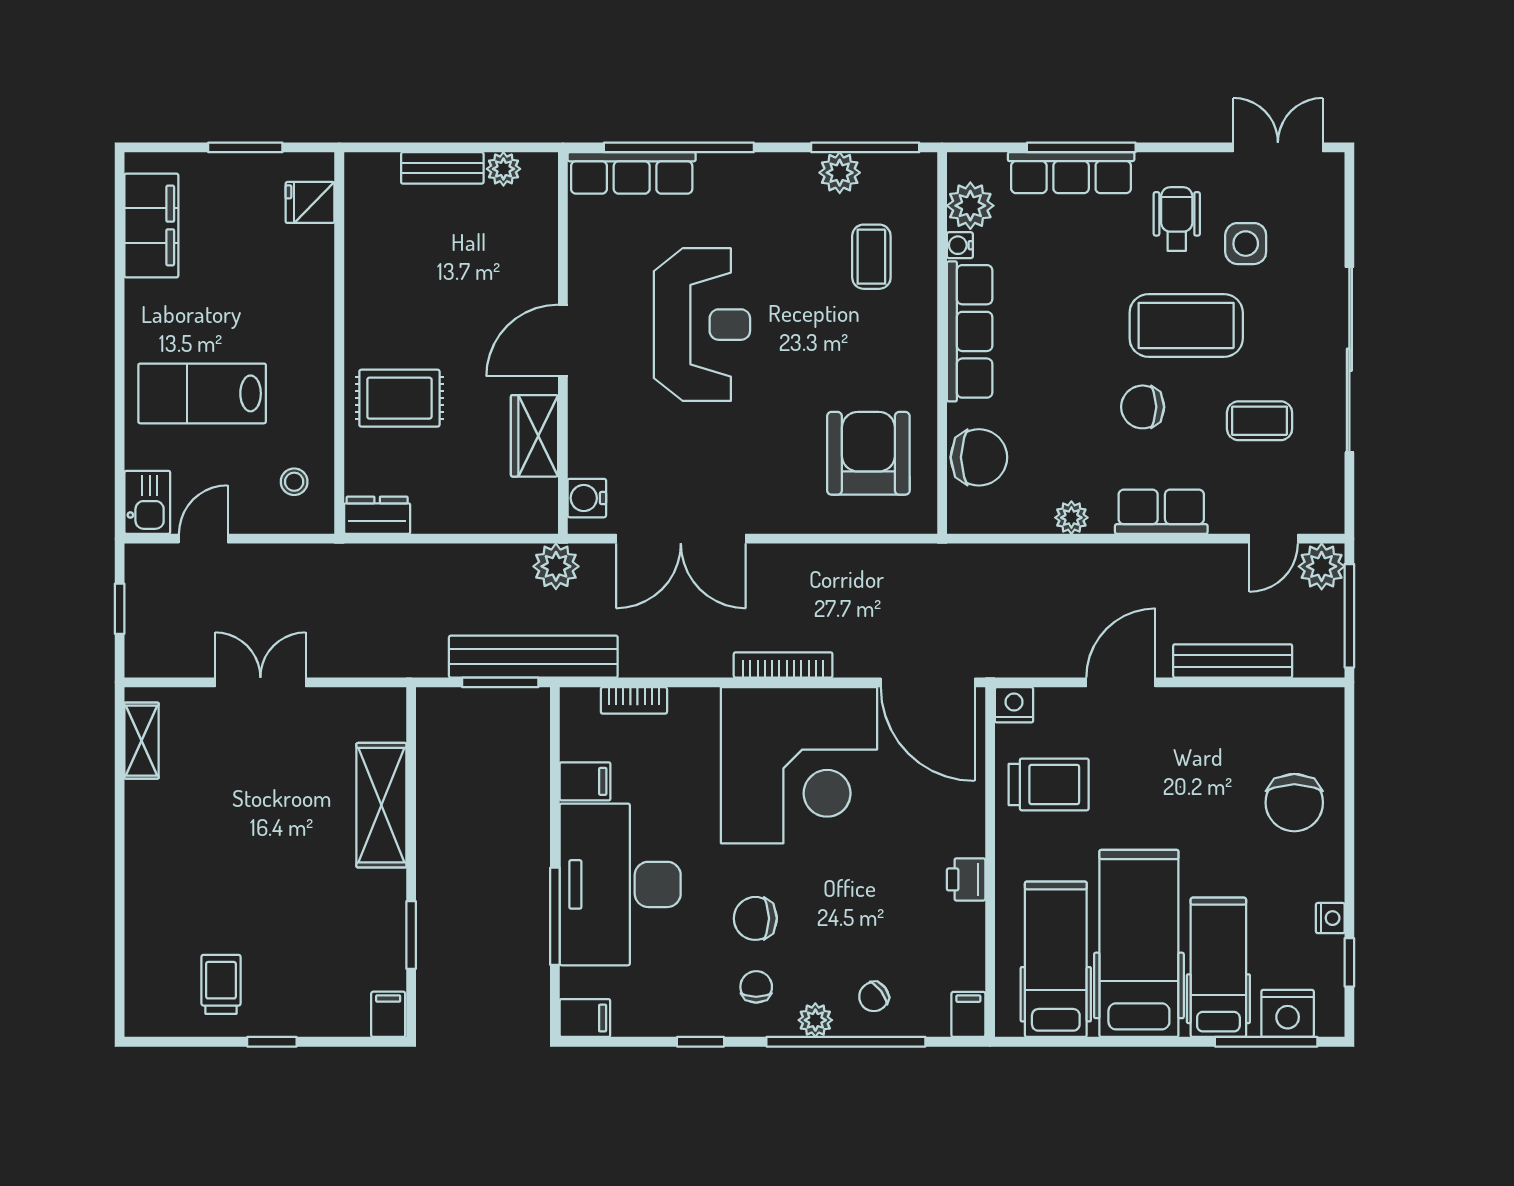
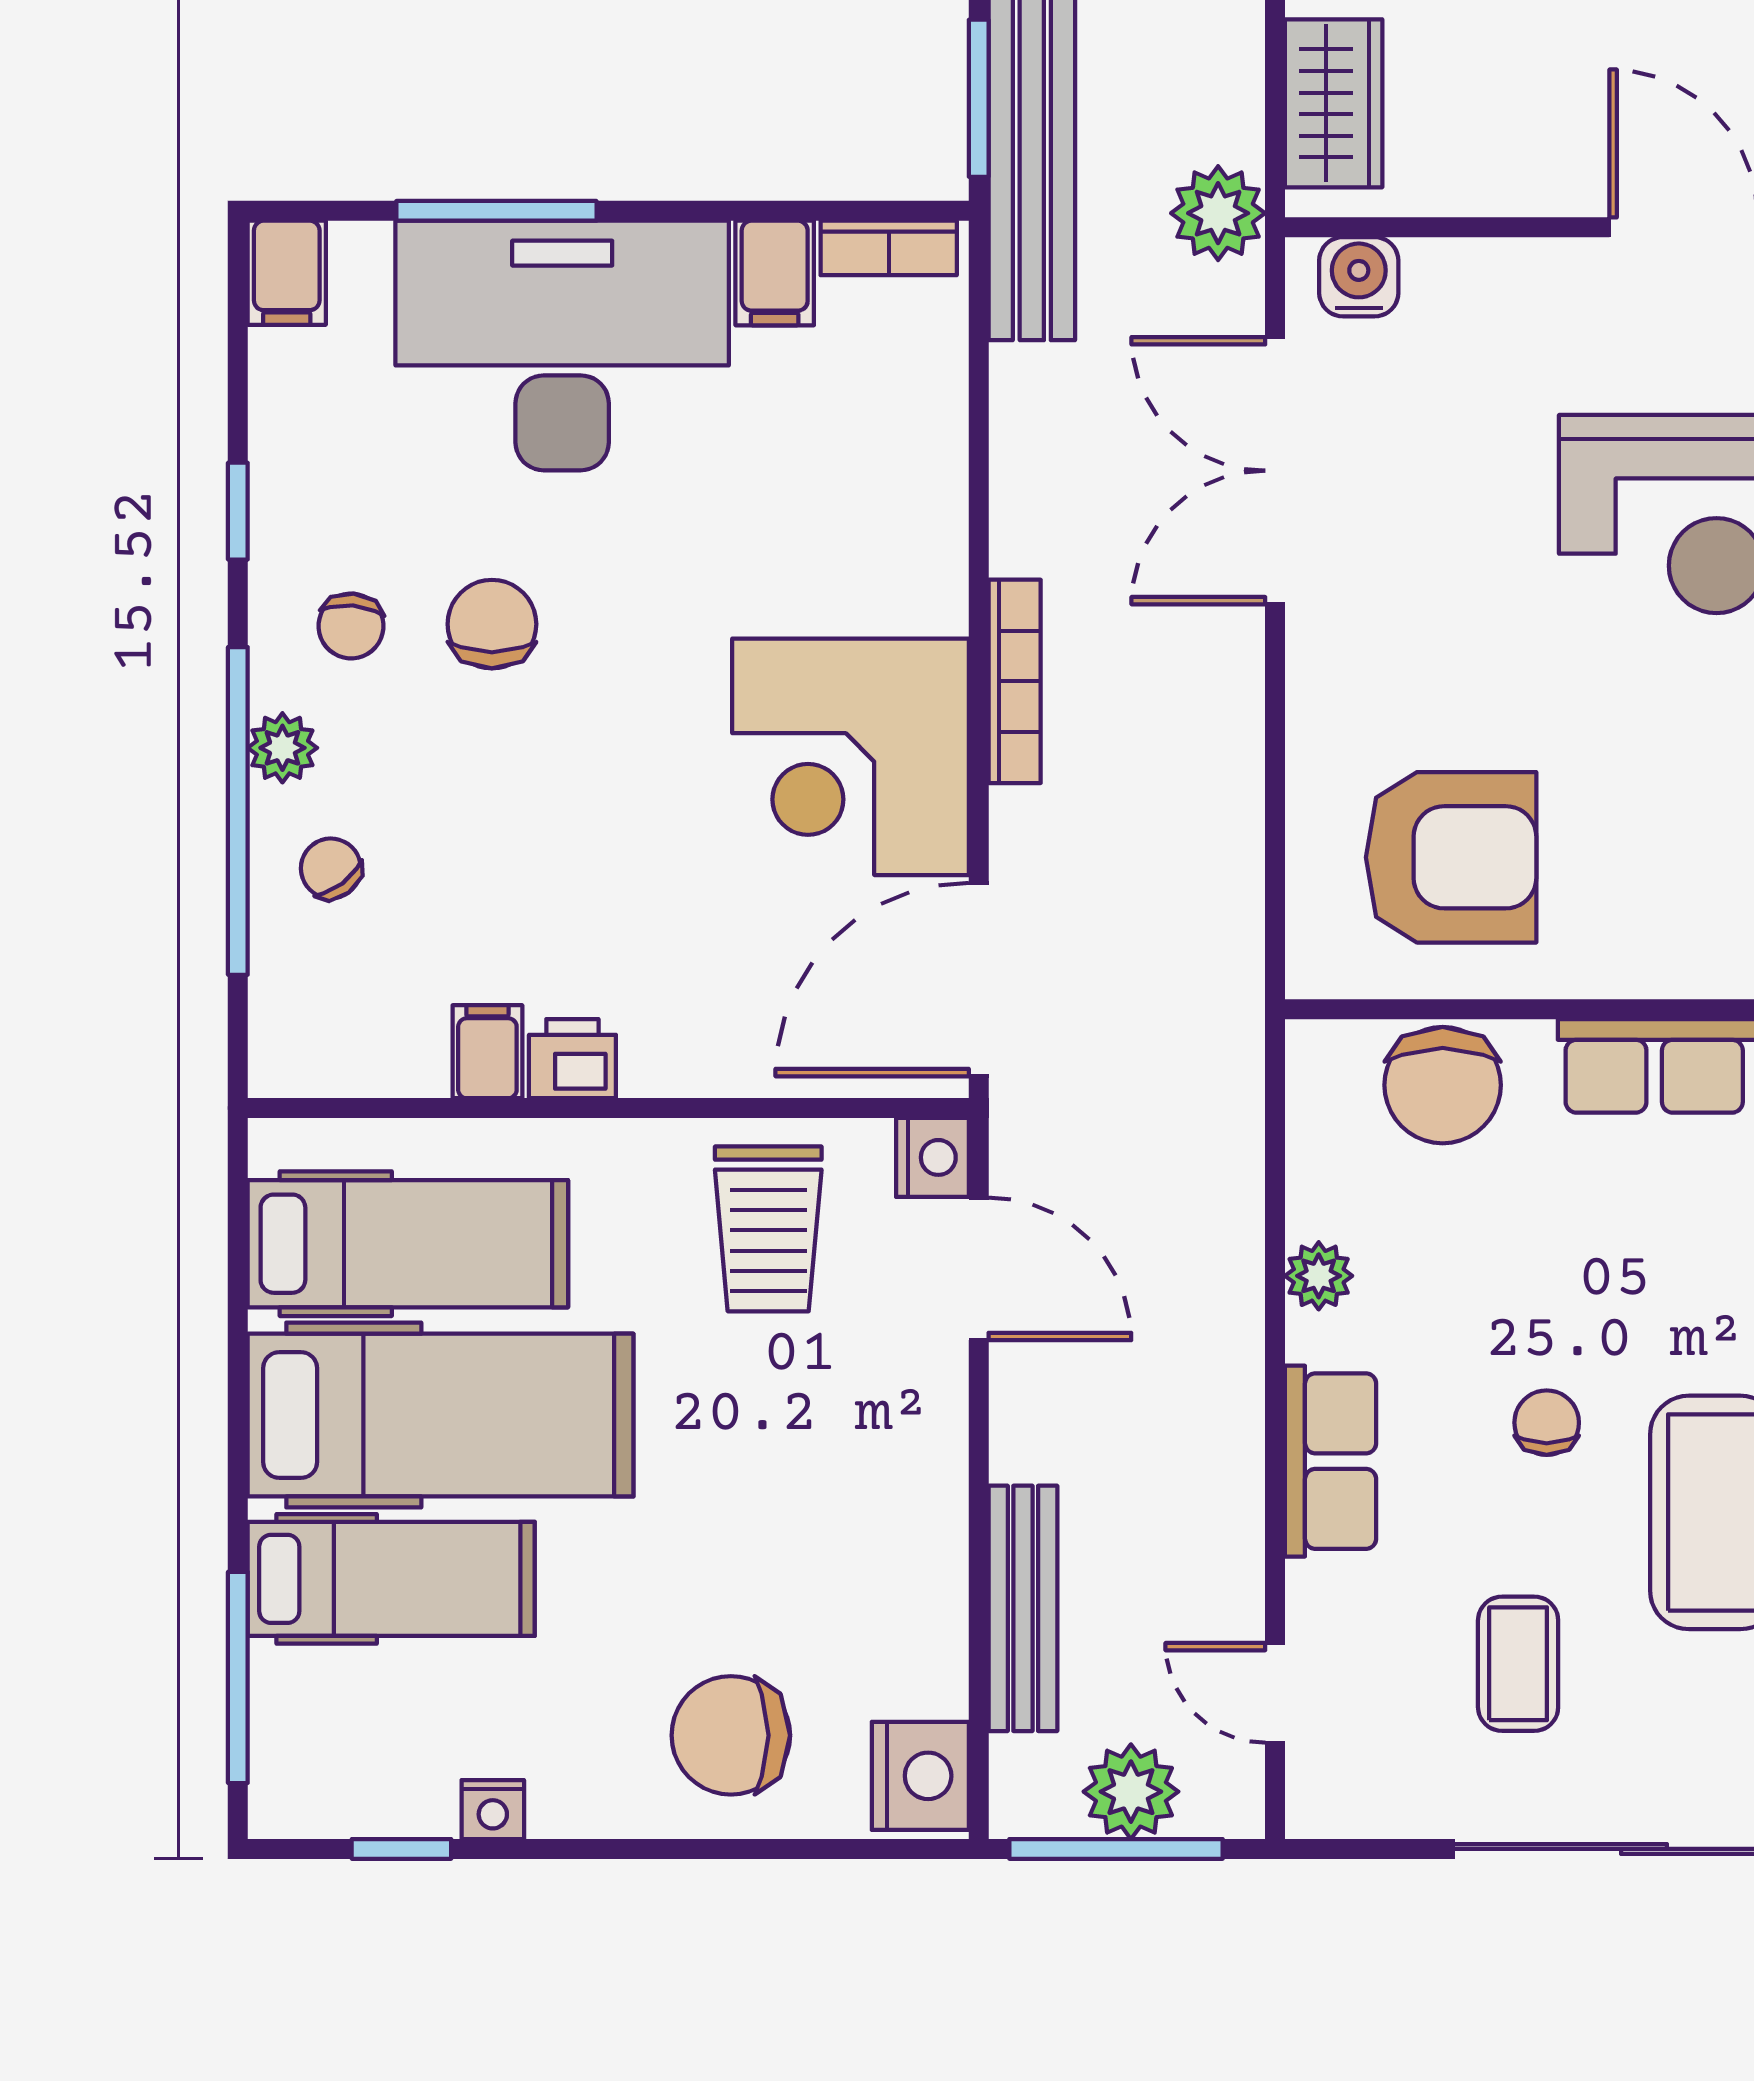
chair: (1143, 407) -> (1547, 1423), width x0.73, depth x0.73
wardrobe: (534, 436) -> (1334, 103), moved, turned 90
plant: (1322, 566) -> (1131, 1792), moved
door: (1121, 682) -> (979, 1269), moved
bookcase: (634, 700) -> (889, 248), moved, turned -90
corner desk: (799, 765) -> (851, 757), width x0.74, depth x0.74
chair: (756, 987) -> (351, 626), turned 95
nightstand: (1288, 1013) -> (920, 1776), moved, turned 180
filing cabinet: (968, 1014) -> (487, 1052), moved, turned -90

